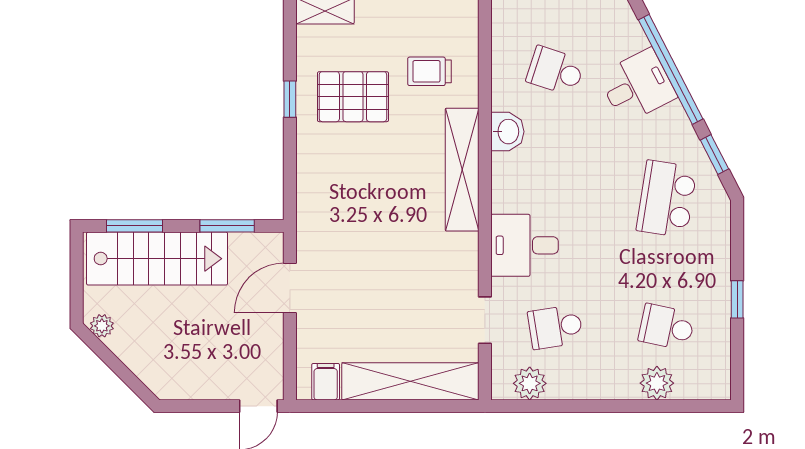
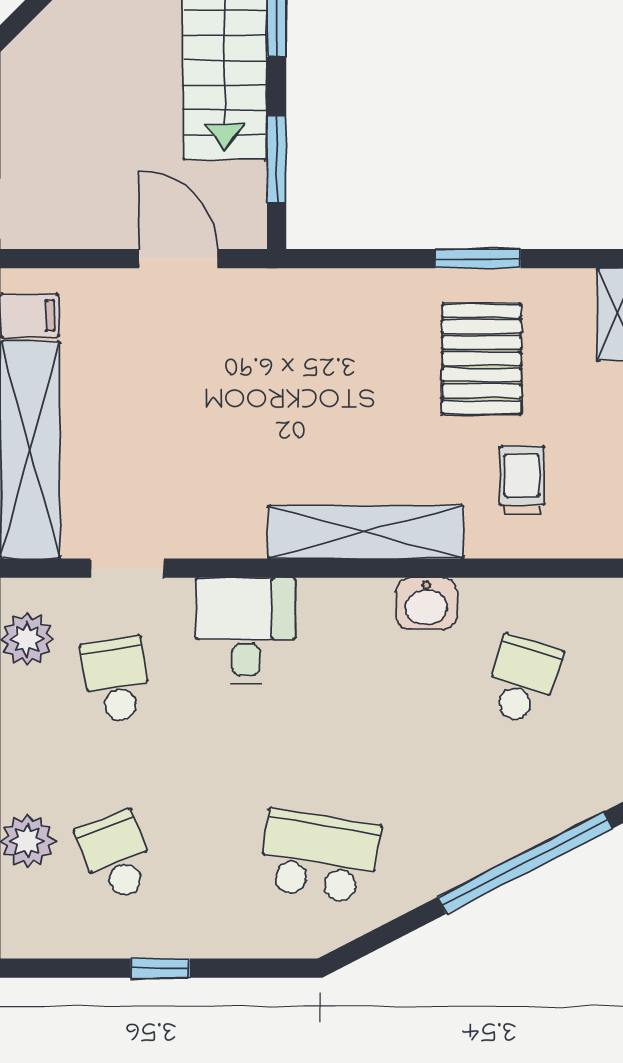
desk: (637, 86) -> (499, 810), removed
window: (290, 99) -> (478, 259), width x1.50
window: (714, 155) -> (390, 932), removed
school desk: (667, 327) -> (116, 856), turned -33

